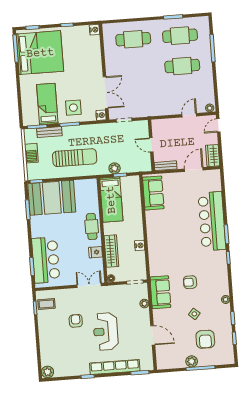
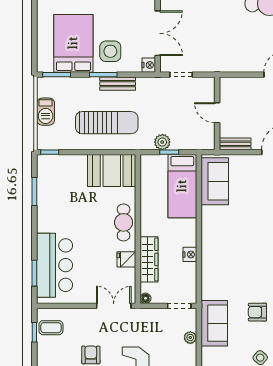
bed: (47, 104) -> (73, 43), width x1.50
bench: (49, 132) -> (118, 84), moved
booth: (52, 198) -> (112, 171), moved, width x0.73, depth x0.70
bed: (111, 200) -> (182, 186), moved

